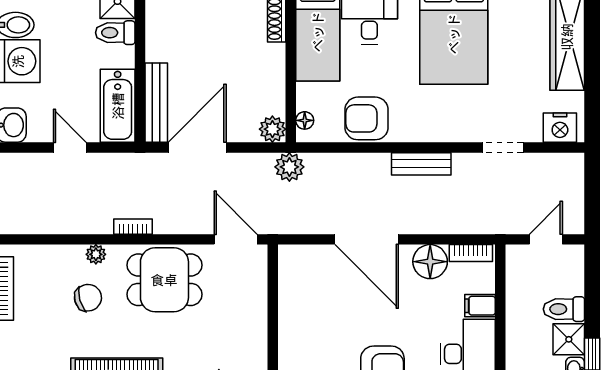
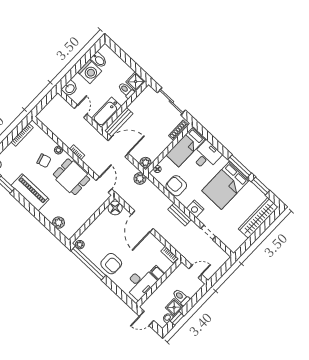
nightstand: (560, 128) -> (195, 209), moved
floor lamp: (430, 262) -> (115, 208), moved

